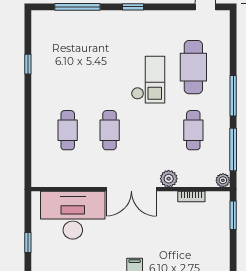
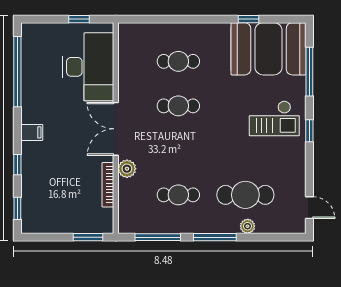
booth: (56, 45) -> (269, 49), added
checkout: (148, 80) -> (274, 118), moved
plant: (223, 180) -> (248, 226), moved
bookcase: (191, 197) -> (108, 185), width x1.56
window: (28, 242) -> (79, 19), moved

